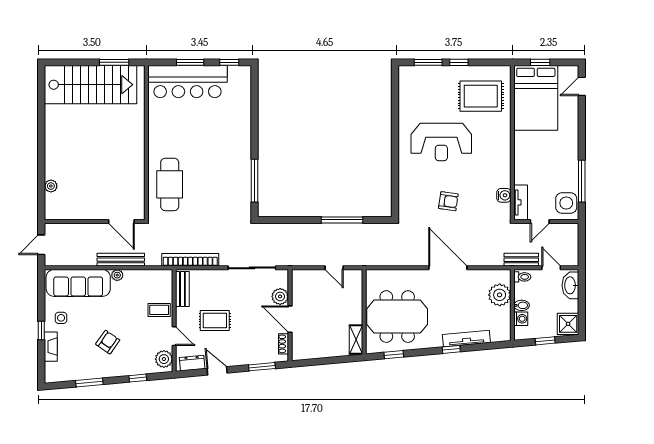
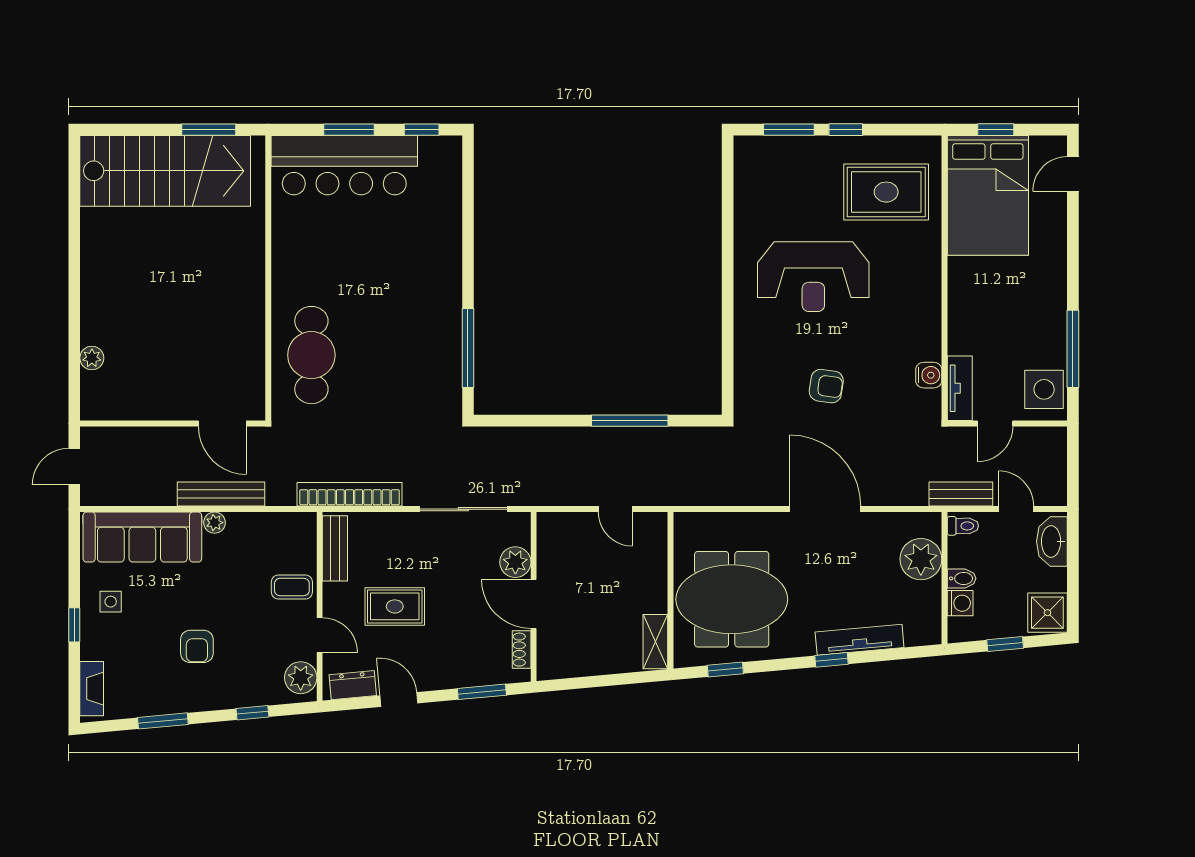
armchair: (108, 342) -> (197, 646), turned 145
fireplace: (51, 347) -> (92, 689), moved

